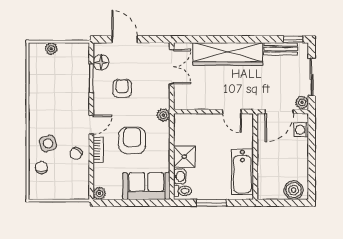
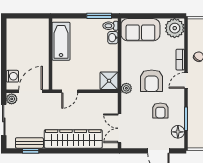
window: (293, 39) -> (31, 151), moved
door: (232, 112) -> (70, 91), swing flipped
armchair: (132, 140) -> (152, 81), moved
shower: (184, 157) -> (109, 81), moved
boiler: (294, 190) -> (19, 26), removed
plant: (99, 193) -> (175, 28), width x1.88, depth x1.88
window: (212, 203) -> (99, 16), moved

